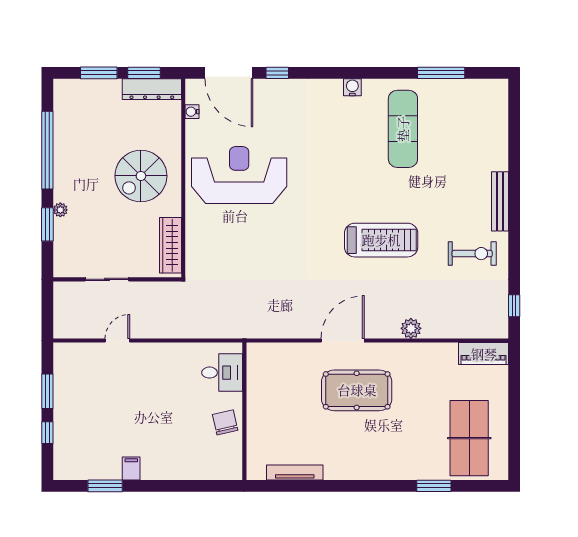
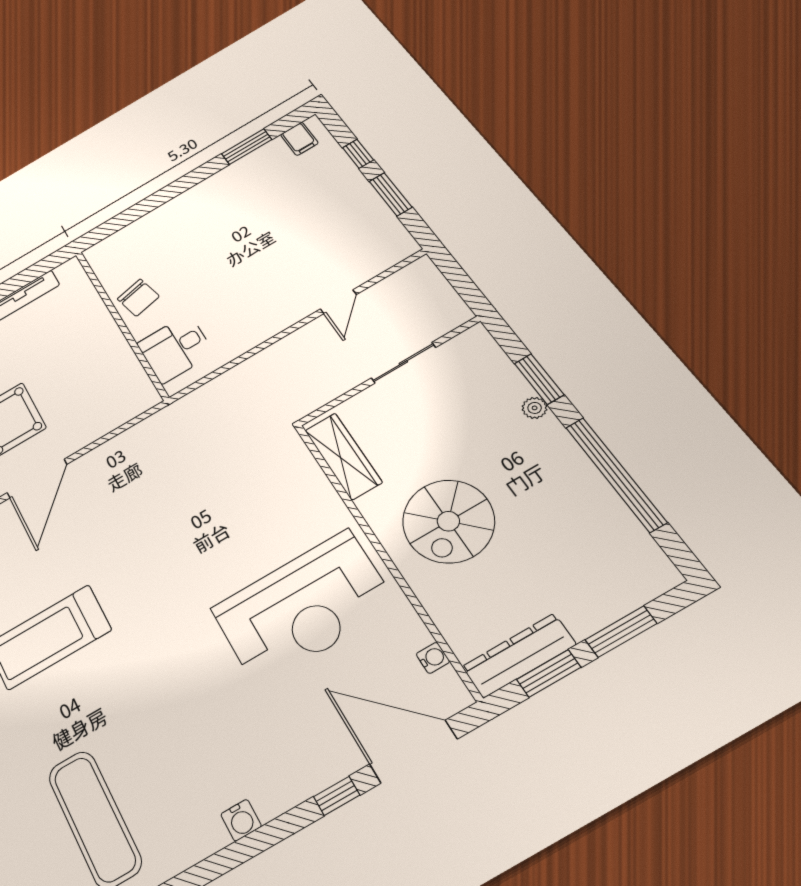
water cooler: (352, 87) -> (241, 820), moved
spiral stairs: (141, 176) -> (448, 521), turned 180
filing cabinet: (131, 469) -> (299, 139), moved

